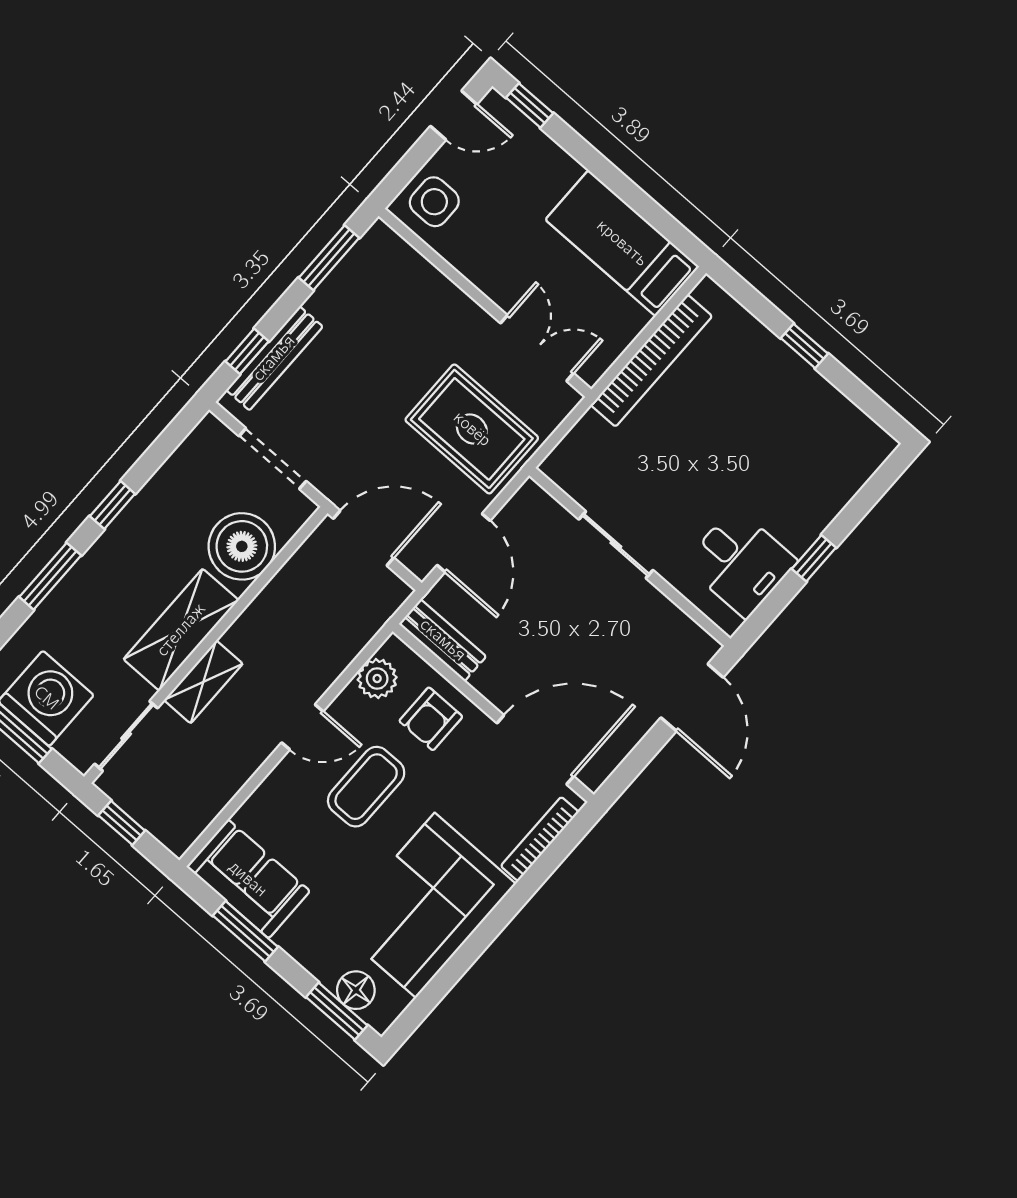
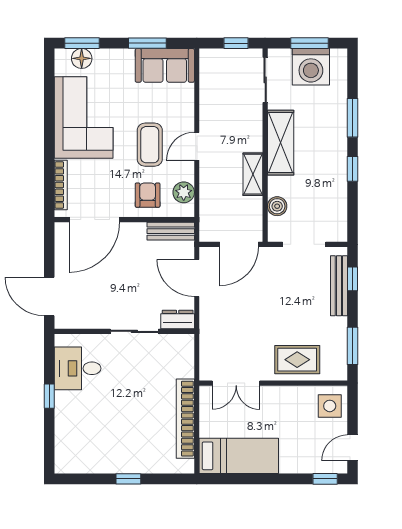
rug: (472, 429) -> (297, 360), moved, width x0.73, depth x0.70
dresser: (541, 508) -> (178, 319), added
boiler: (242, 546) -> (277, 206), width x0.54, depth x0.54
shelving: (203, 682) -> (253, 174), moved

